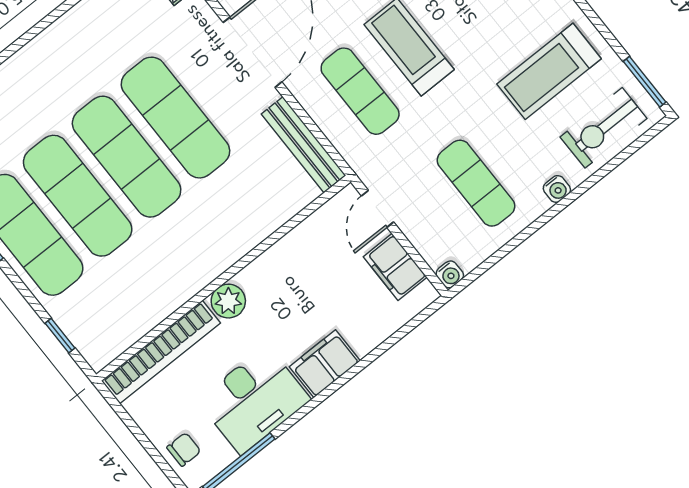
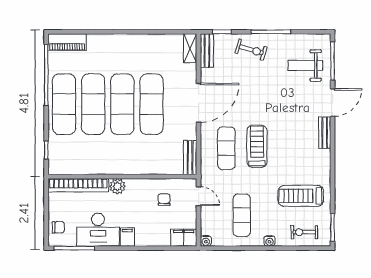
exercise bike: (604, 128) -> (304, 232), width x0.73, depth x0.72
bench: (303, 145) -> (190, 157), width x0.73
door: (378, 209) -> (199, 196), swing flipped
chair: (324, 261) -> (164, 200), added
filing cabinet: (395, 267) -> (184, 238), moved, turned 90
filing cabinet: (325, 364) -> (127, 237), width x0.50

